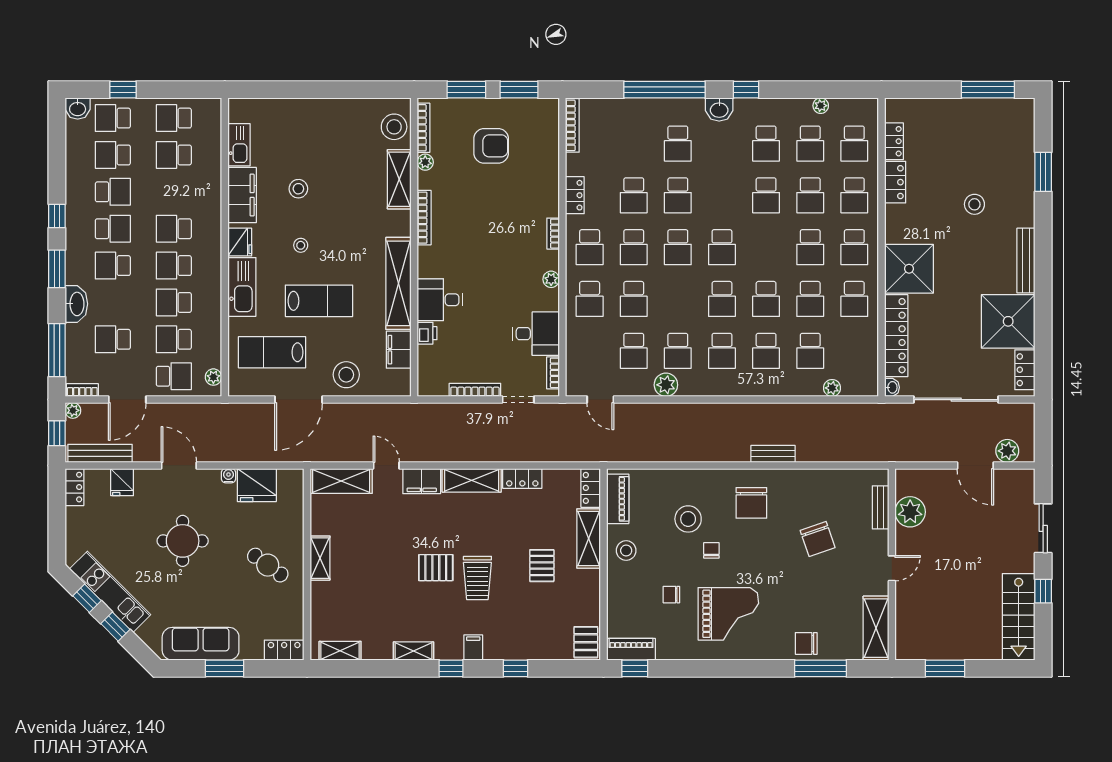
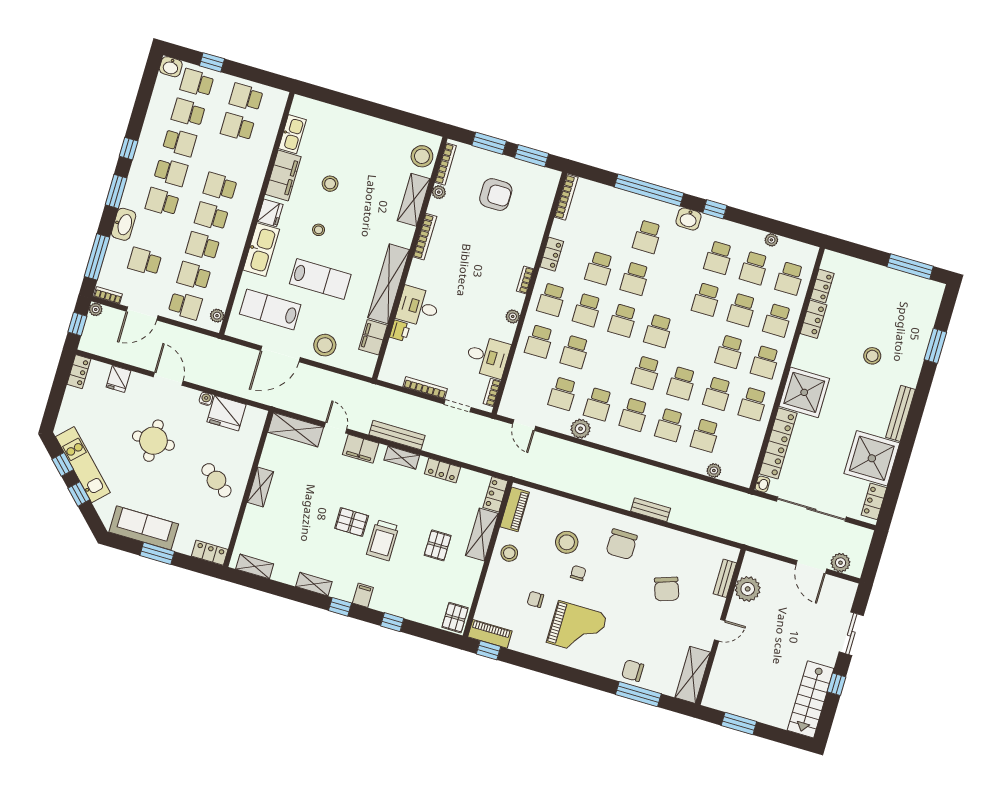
bench: (100, 453) -> (397, 435), moved
shelving: (472, 480) -> (402, 458), width x0.67, depth x0.75

